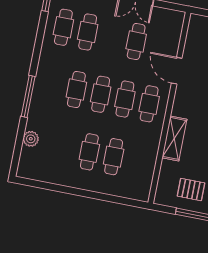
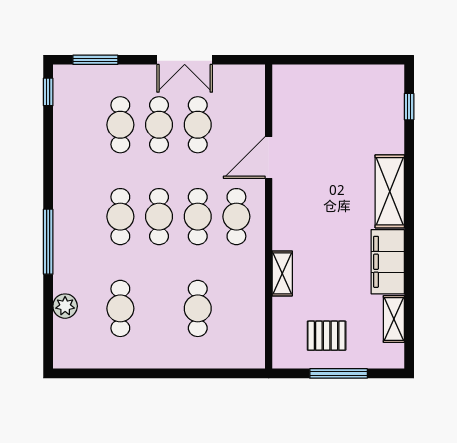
cafe table: (63, 27) -> (159, 125), moved
door: (177, 71) -> (269, 157), hinge flipped
shelving: (174, 138) -> (282, 273), width x0.67, depth x0.75
cafe table: (89, 152) -> (120, 308), moved

